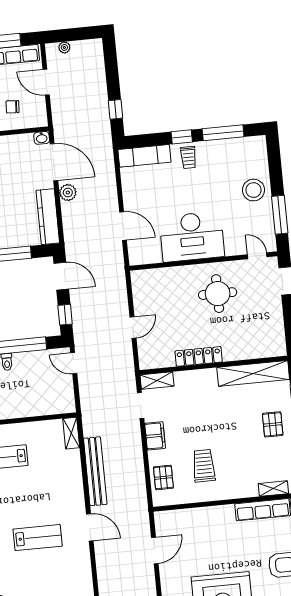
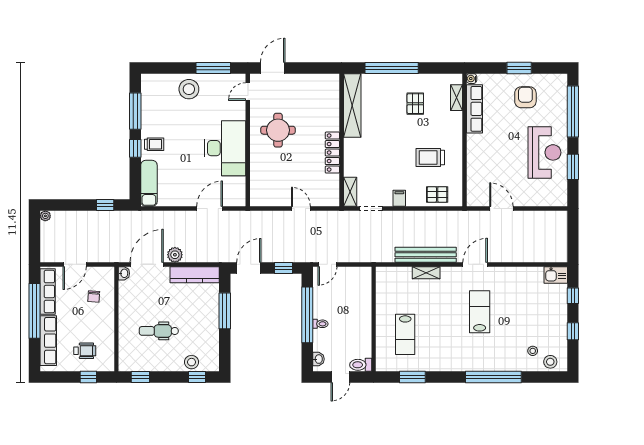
plant: (64, 47) -> (45, 216), moved
pallet: (273, 424) -> (415, 104), moved, turned 90
shelving: (71, 433) -> (426, 273), moved
filing cabinet: (155, 436) -> (399, 198), width x0.50

